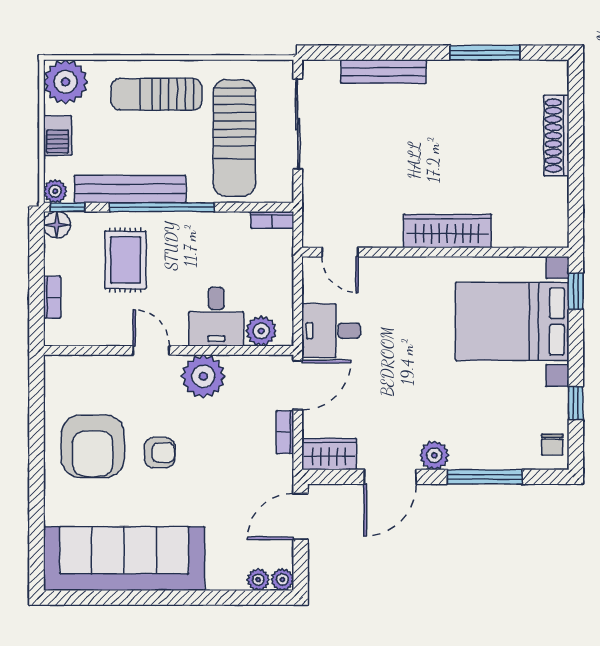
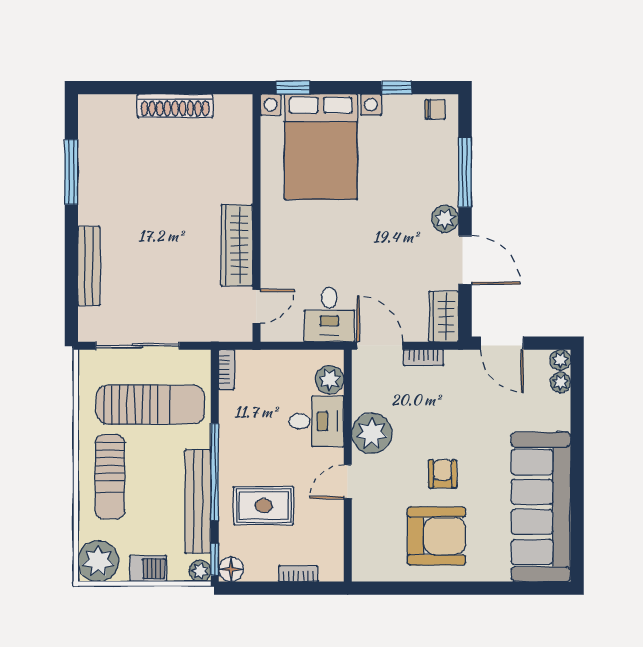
shoe rack: (556, 136) -> (175, 106), moved
wardrobe: (447, 231) -> (237, 245), moved

